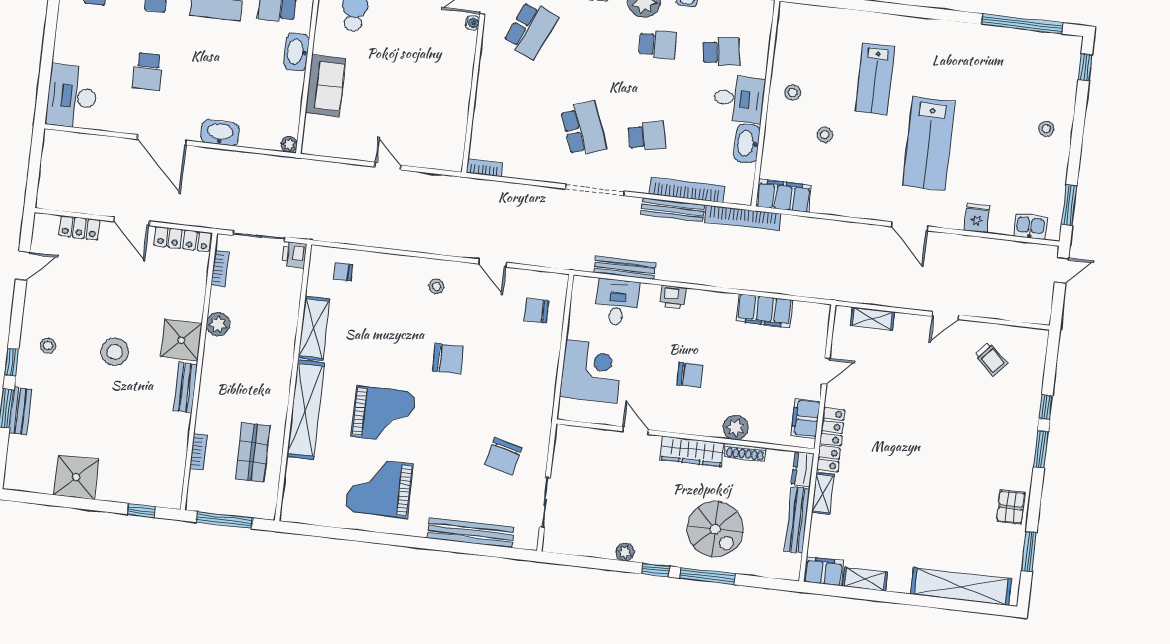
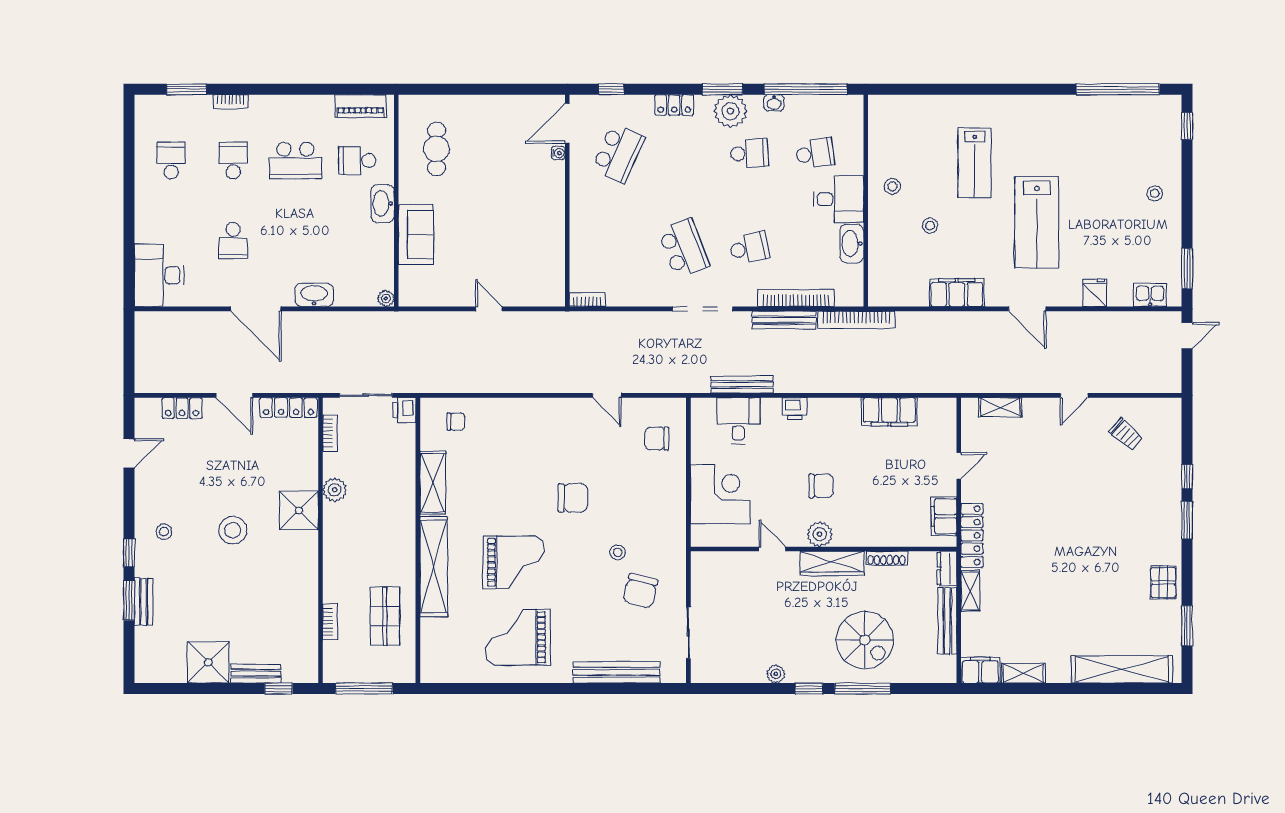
filing cabinet: (783, 196) -> (957, 293), moved
chair: (343, 272) -> (456, 422), turned 180
stool: (437, 286) -> (618, 552), moved
bench: (185, 387) -> (256, 674), moved, turned 90
plant: (736, 428) -> (820, 534), moved

